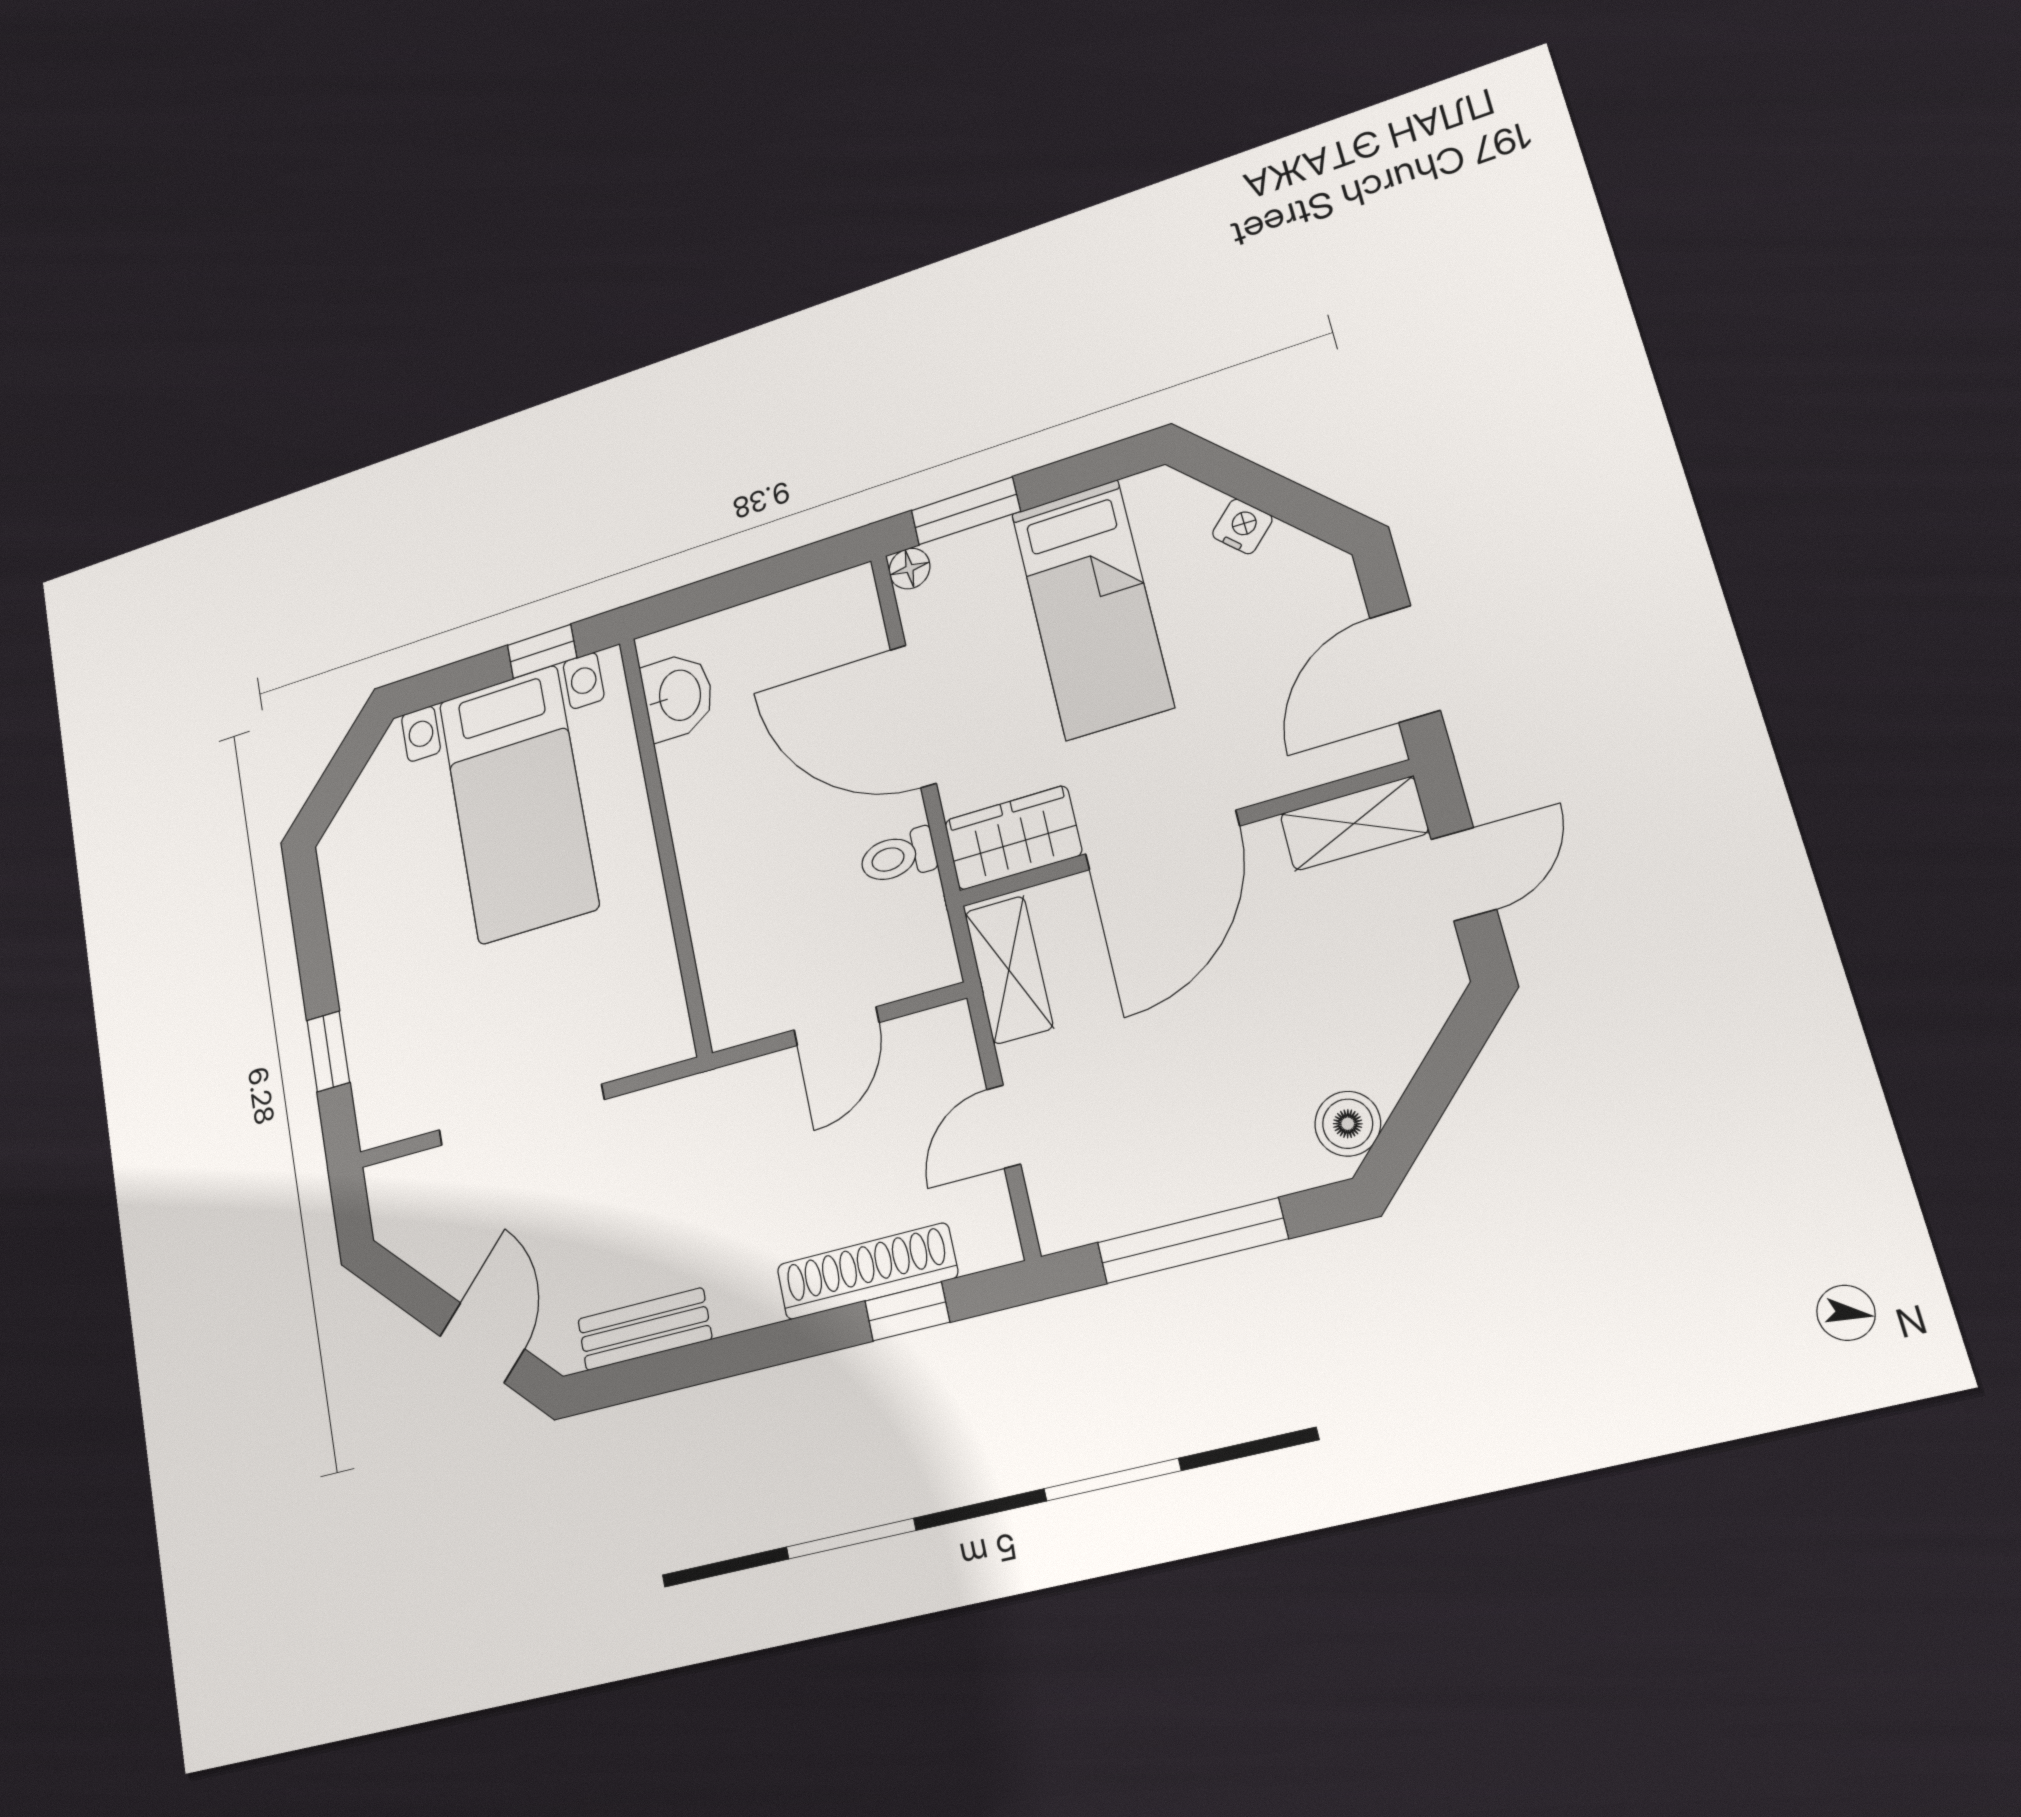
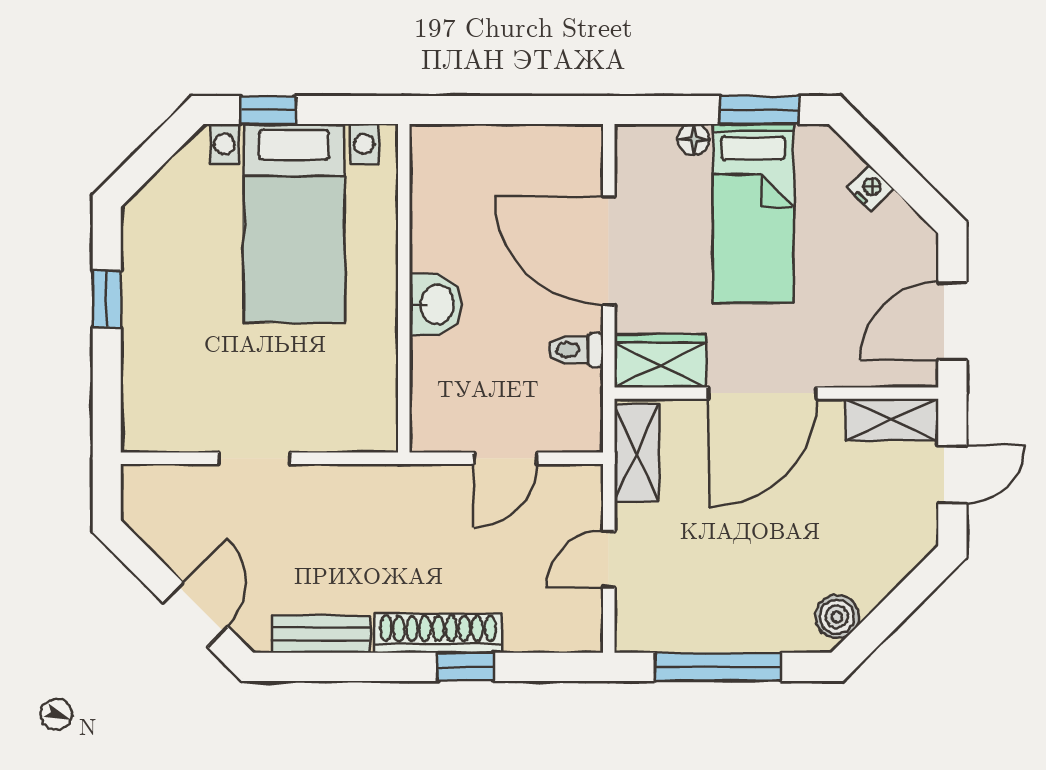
window: (966, 511) -> (760, 110), moved
floor lamp: (909, 569) -> (694, 140), moved
window: (542, 651) -> (268, 110), moved
washbasin: (678, 696) -> (436, 304), moved
window: (328, 1051) -> (107, 299), moved
doorway: (521, 1115) -> (255, 458), width x0.53
shoe rack: (867, 1271) -> (438, 633), moved
window: (907, 1311) -> (465, 667), moved

